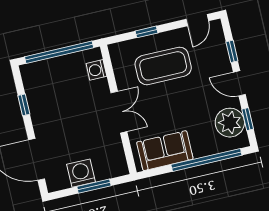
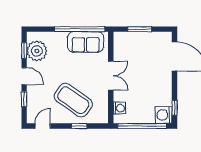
coffee table: (163, 66) -> (73, 100), turned 35
window: (24, 105) -> (175, 108), moved
double door: (119, 112) -> (111, 76), swing flipped
window: (206, 160) -> (80, 29), moved
washing machine: (81, 173) -> (164, 115), moved, turned 90

